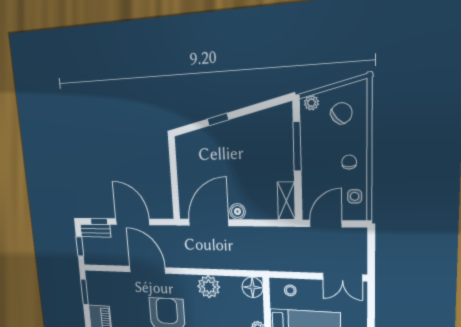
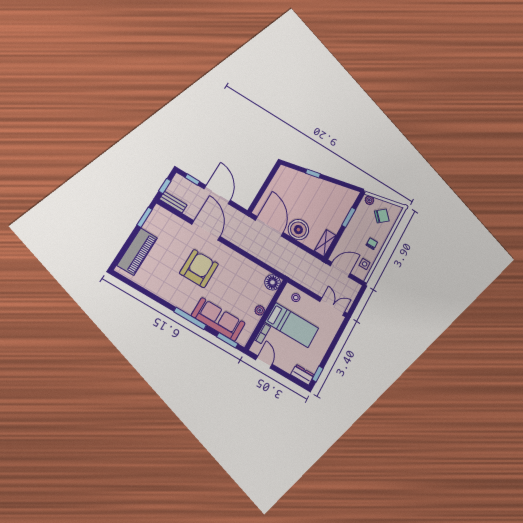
window: (297, 147) -> (349, 217), width x0.69
boiler: (237, 211) -> (298, 230), width x1.86, depth x1.86
door: (209, 222) -> (269, 226), hinge flipped
bench: (95, 231) -> (173, 202), moved
double door: (343, 277) -> (332, 307), swing flipped
plant: (209, 287) -> (243, 266), removed

